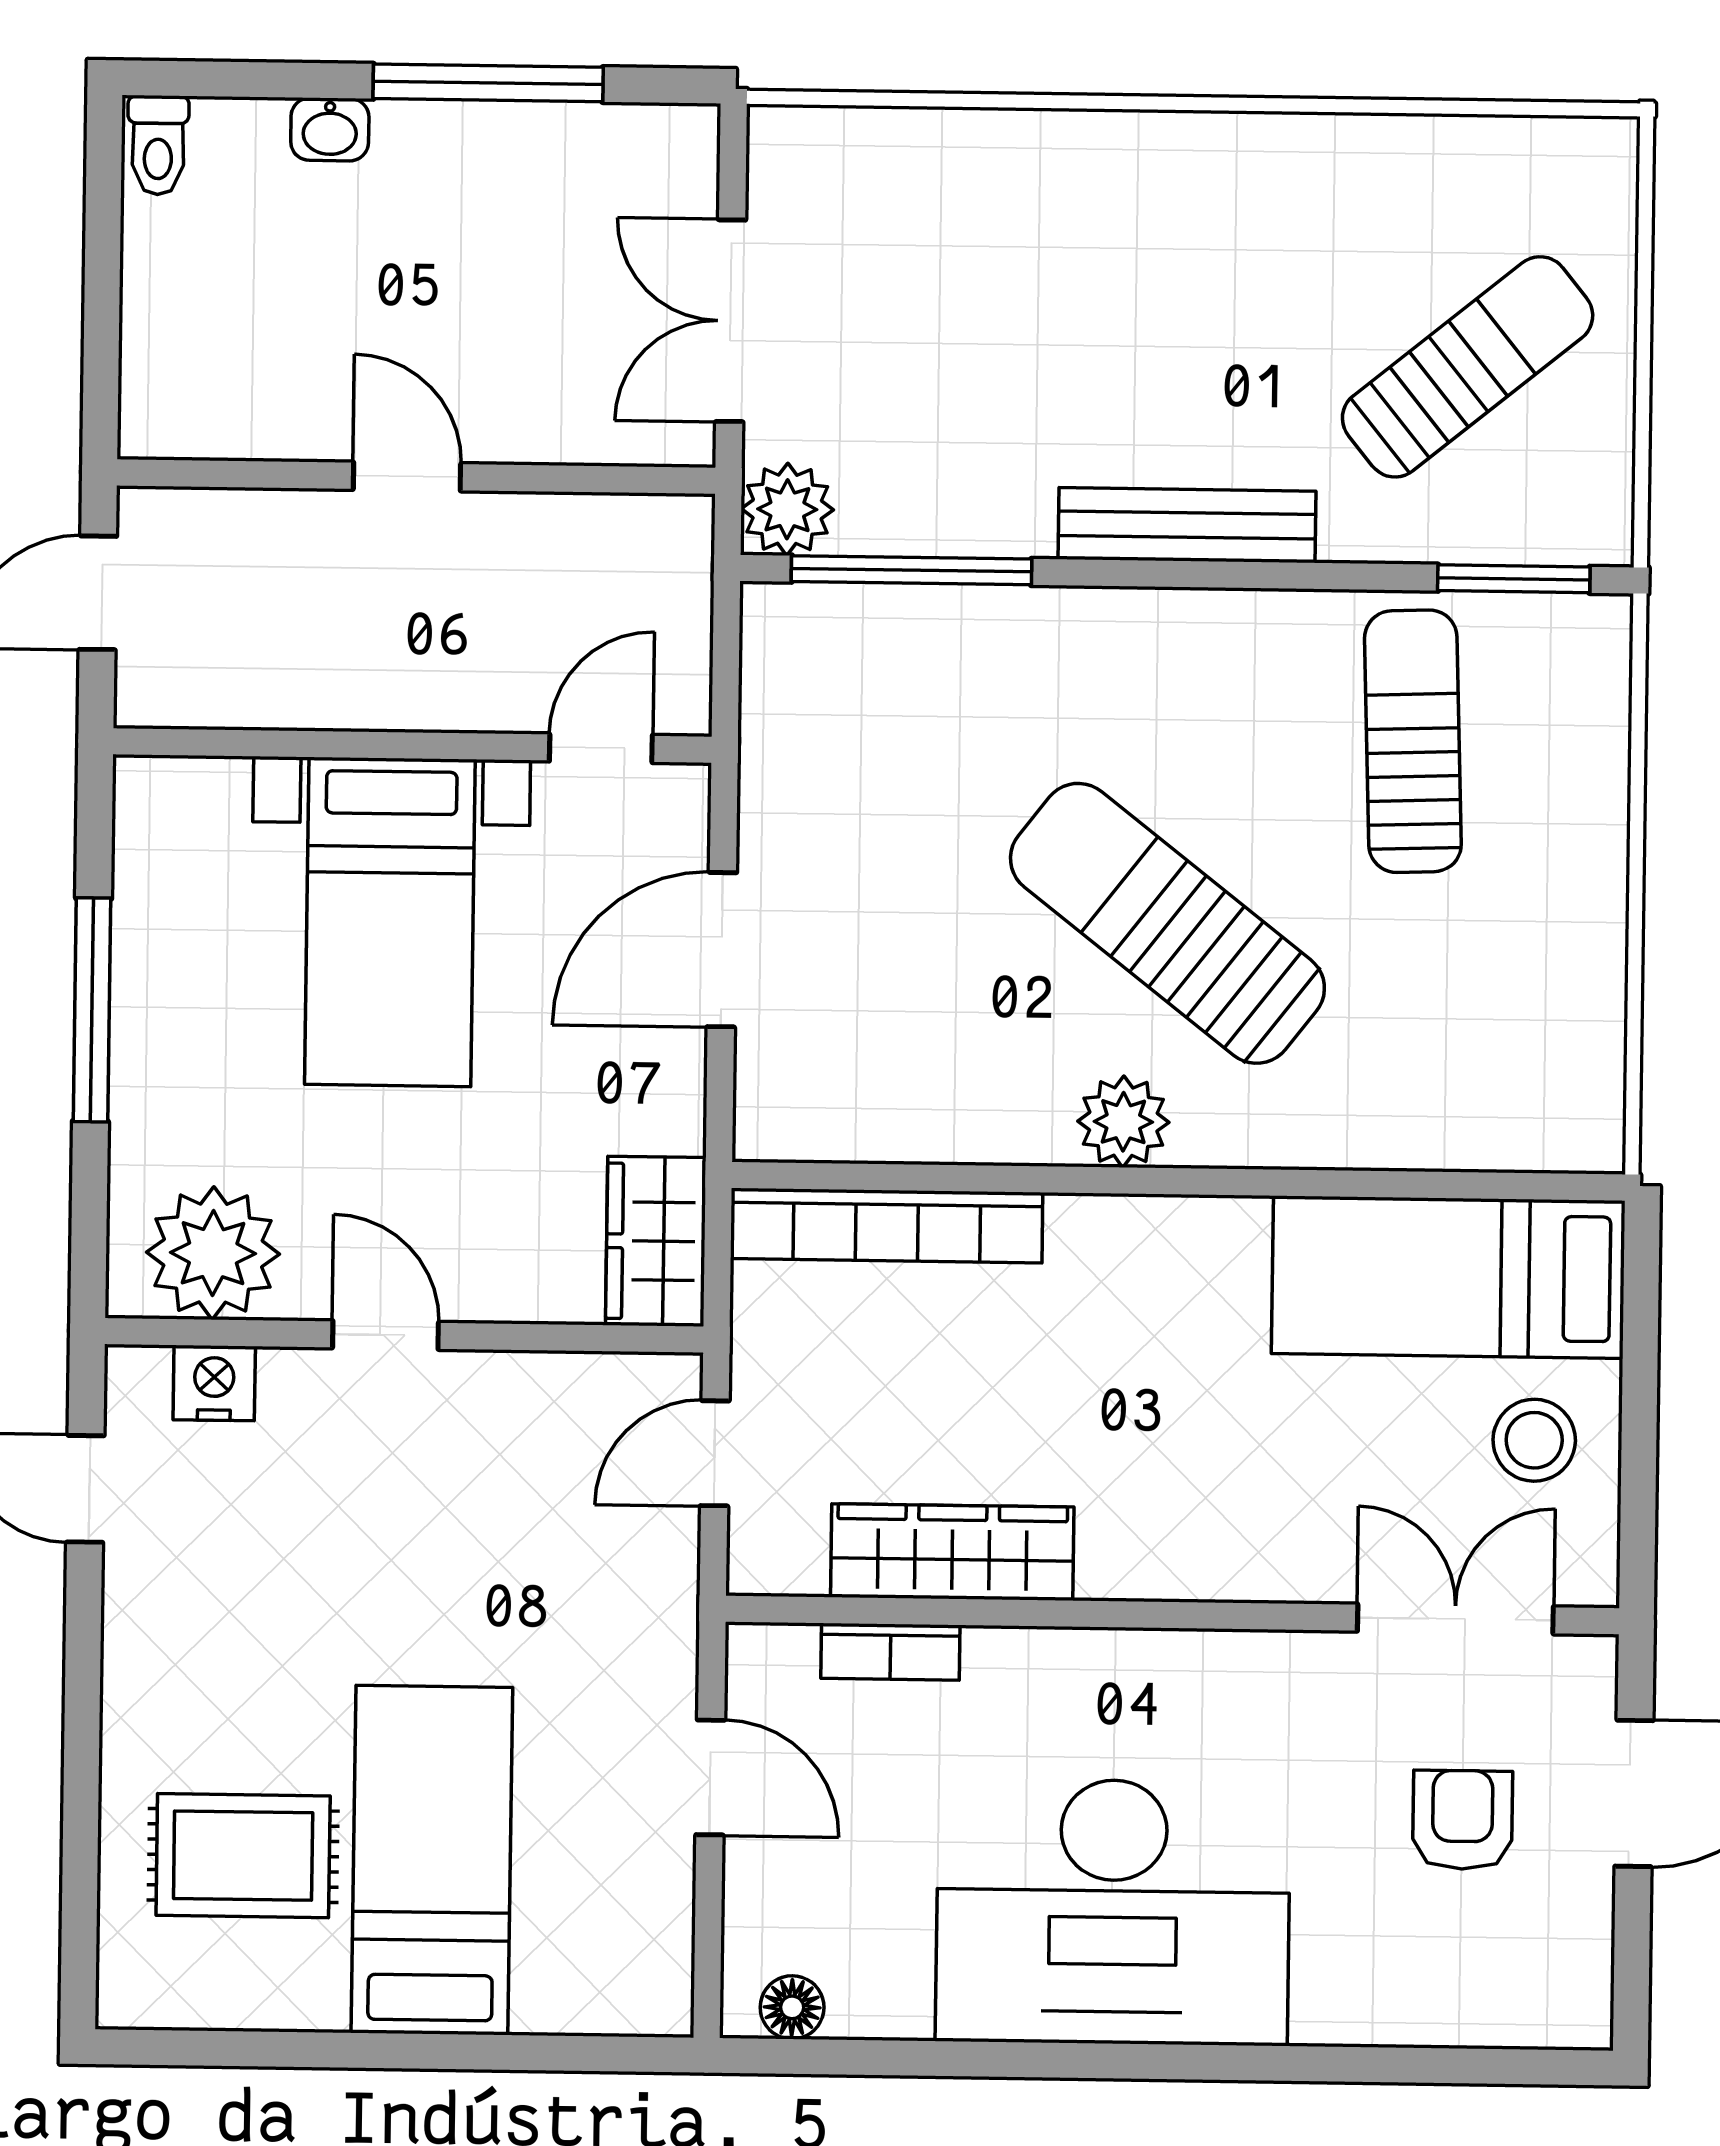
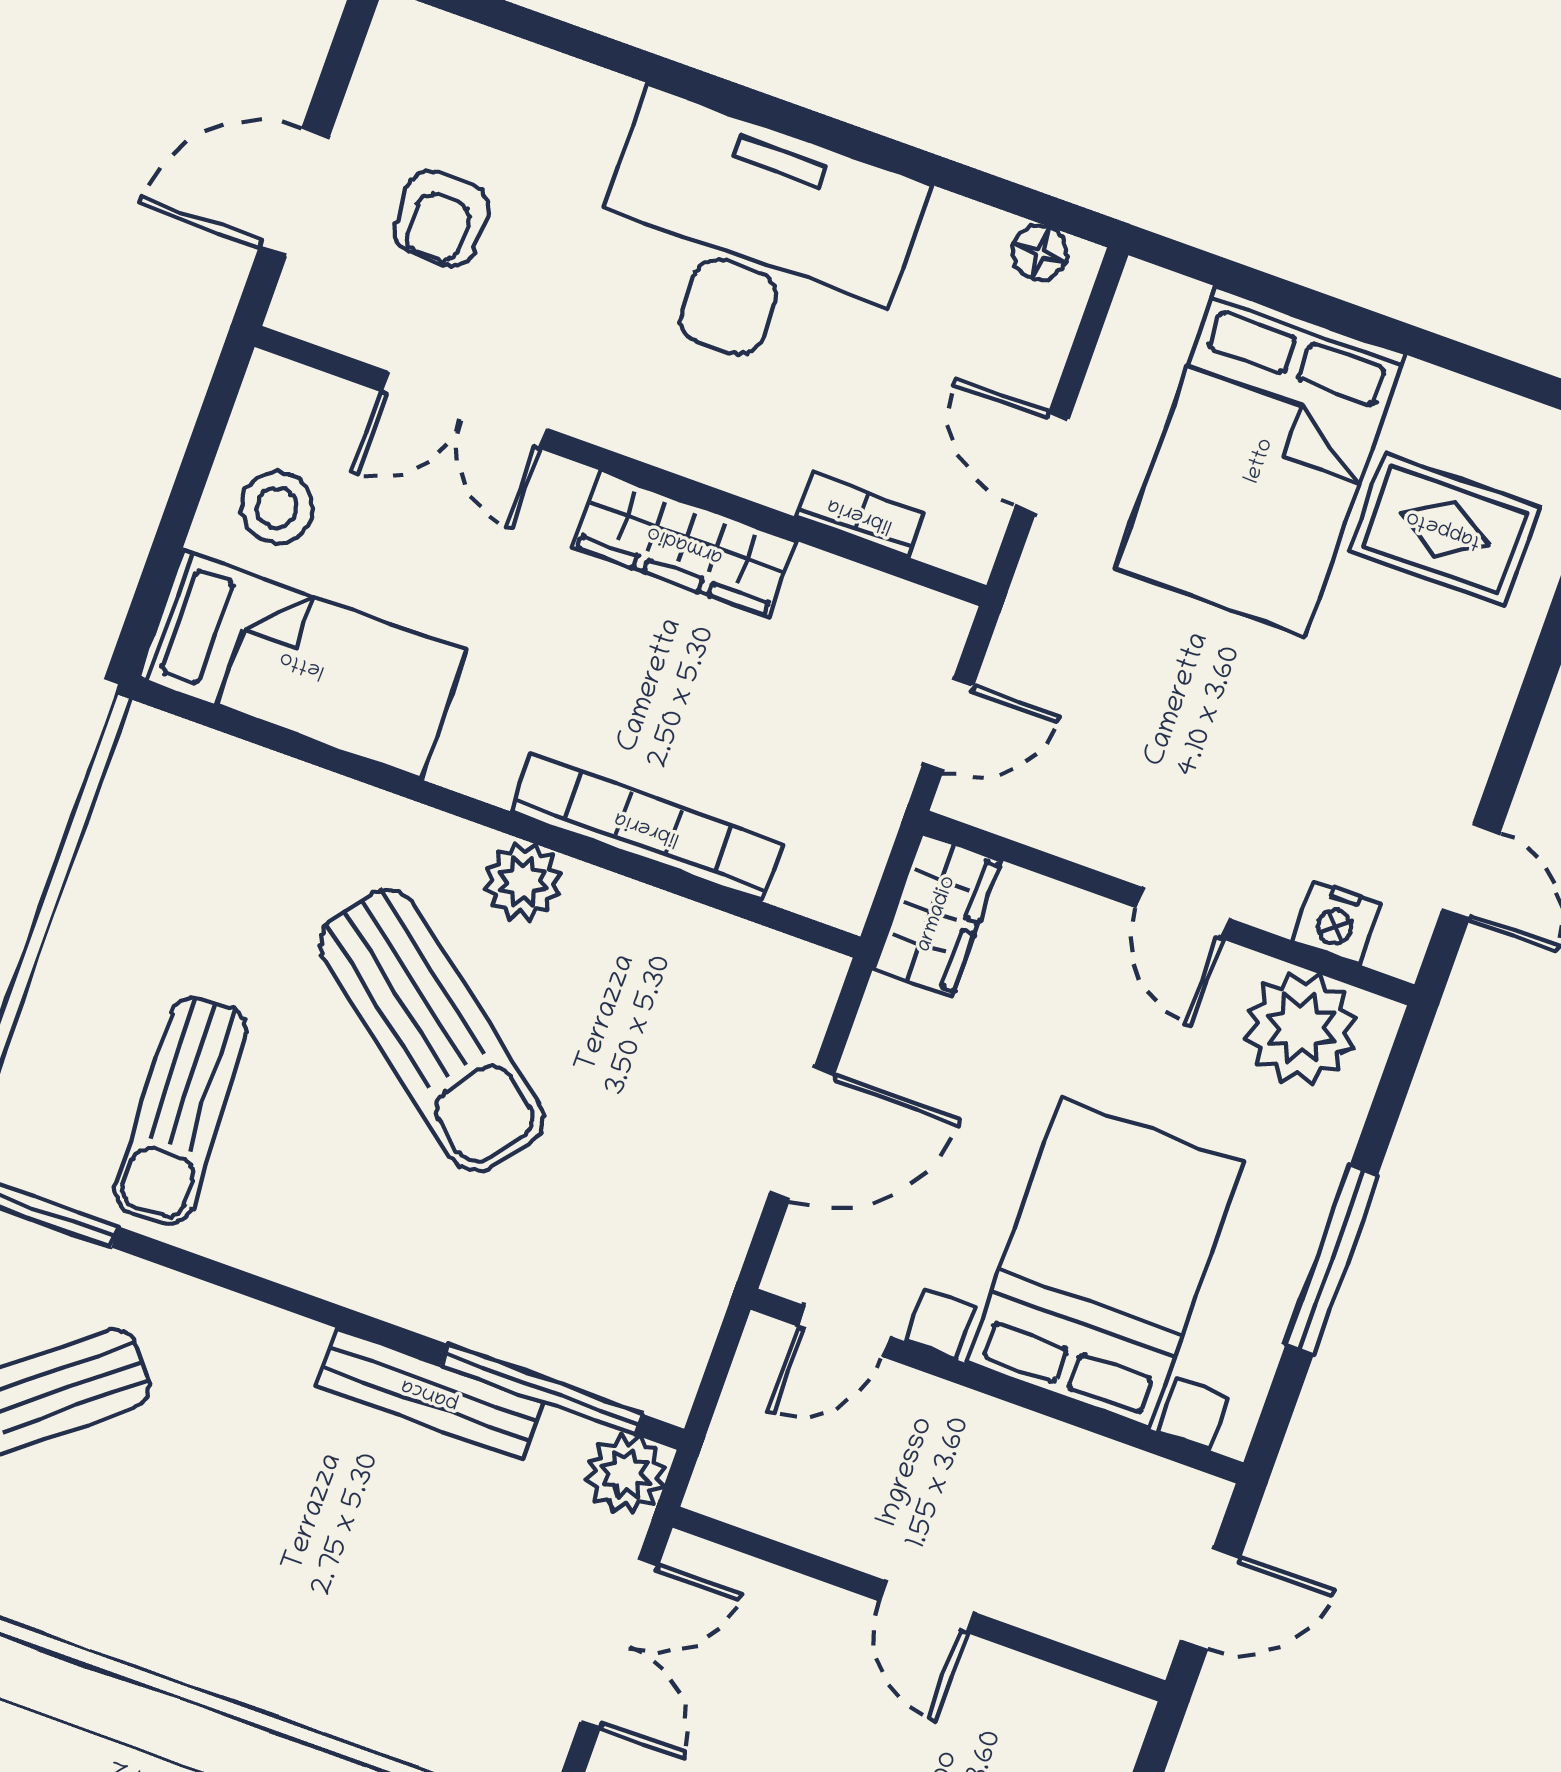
bench: (1187, 525) -> (430, 1394), moved
bed with nightstands: (390, 922) -> (1105, 1263), width x1.36
bookcase: (887, 1226) -> (647, 828), moved
wardrobe: (952, 1552) -> (685, 544), moved
double door: (1455, 1619) -> (464, 410), moved
bed: (432, 1860) -> (1260, 461), width x1.50

